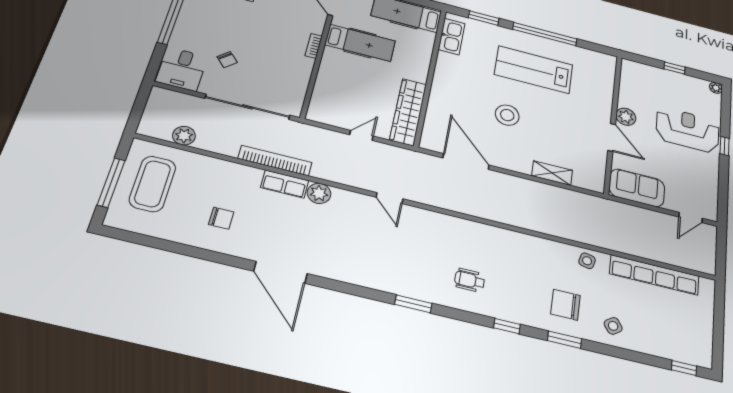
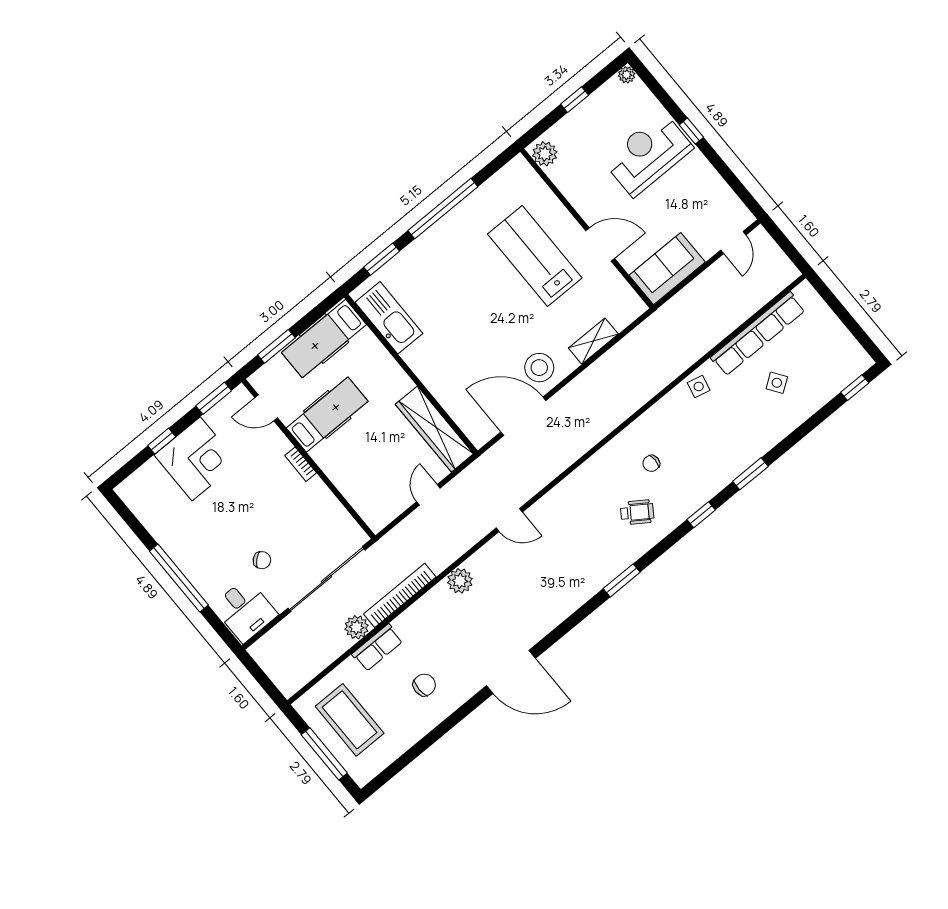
kitchen sink: (452, 36) -> (389, 318), width x1.36, depth x1.24
lab bench: (534, 70) -> (535, 256), moved, turned 90
stool: (507, 115) -> (539, 368), moved
plant: (626, 117) -> (545, 154), moved
plant: (184, 136) -> (357, 627), moved
row of seats: (285, 184) -> (377, 648), moved
wheelchair: (470, 280) -> (637, 512), turned -146
chair: (565, 305) -> (651, 463), moved, width x0.54, depth x0.54
side table: (613, 326) -> (777, 383), moved

